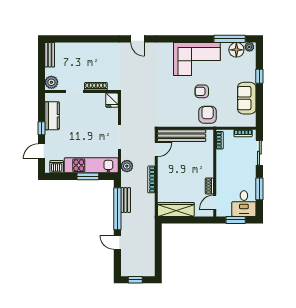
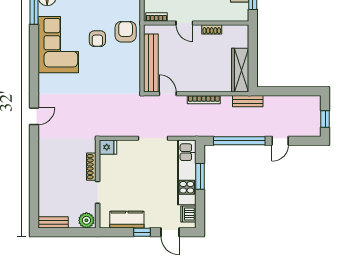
armchair: (208, 115) -> (126, 32), turned 90
plant: (127, 166) -> (188, 129), removed
bench: (126, 200) -> (248, 101), moved
door: (215, 202) -> (184, 23), moved

